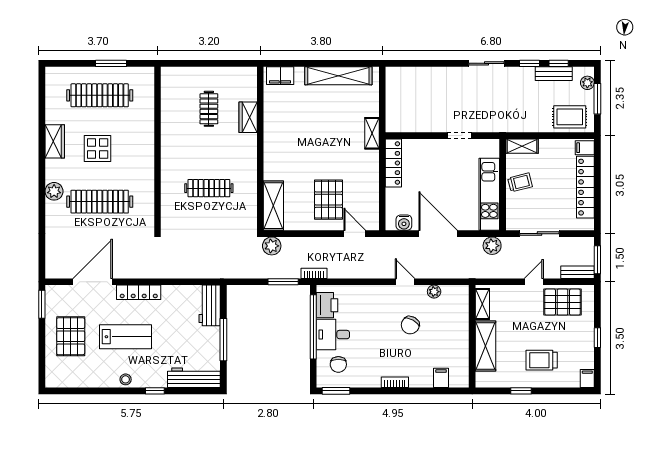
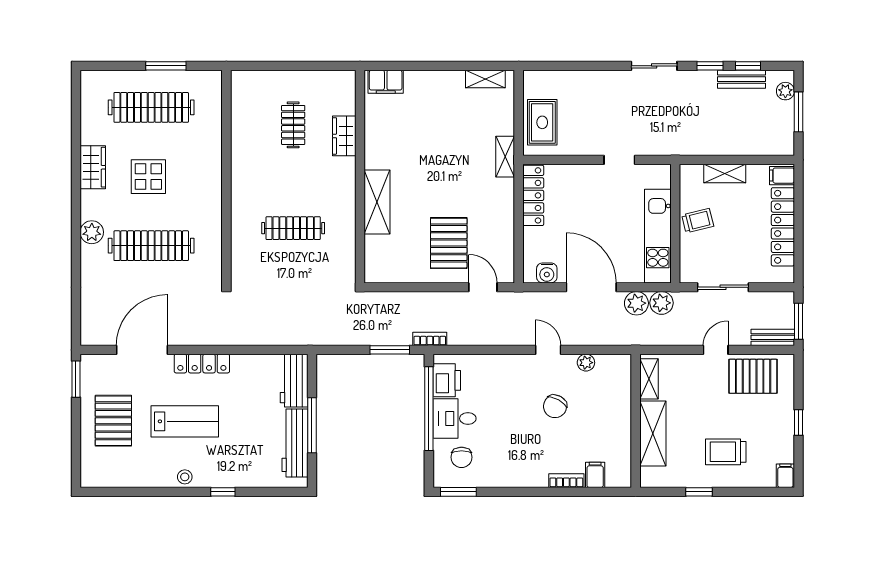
shelving: (338, 76) -> (485, 79), width x0.45, depth x0.75
rug: (570, 117) -> (542, 122), moved, turned 90
shelving: (522, 146) -> (725, 173), moved
shelving: (273, 206) -> (377, 202), moved
plant: (272, 246) -> (636, 303), moved
workbench: (194, 378) -> (295, 443), moved, turned -90
bookcase: (395, 382) -> (566, 481), moved

